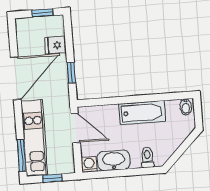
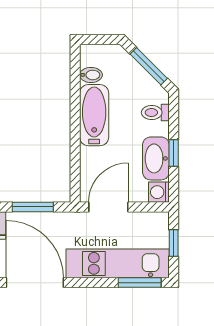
window: (71, 73) -> (33, 207), width x1.50
bidet: (186, 107) -> (91, 75), moved
window: (181, 150) -> (149, 66), added
window: (119, 173) -> (174, 153), added

